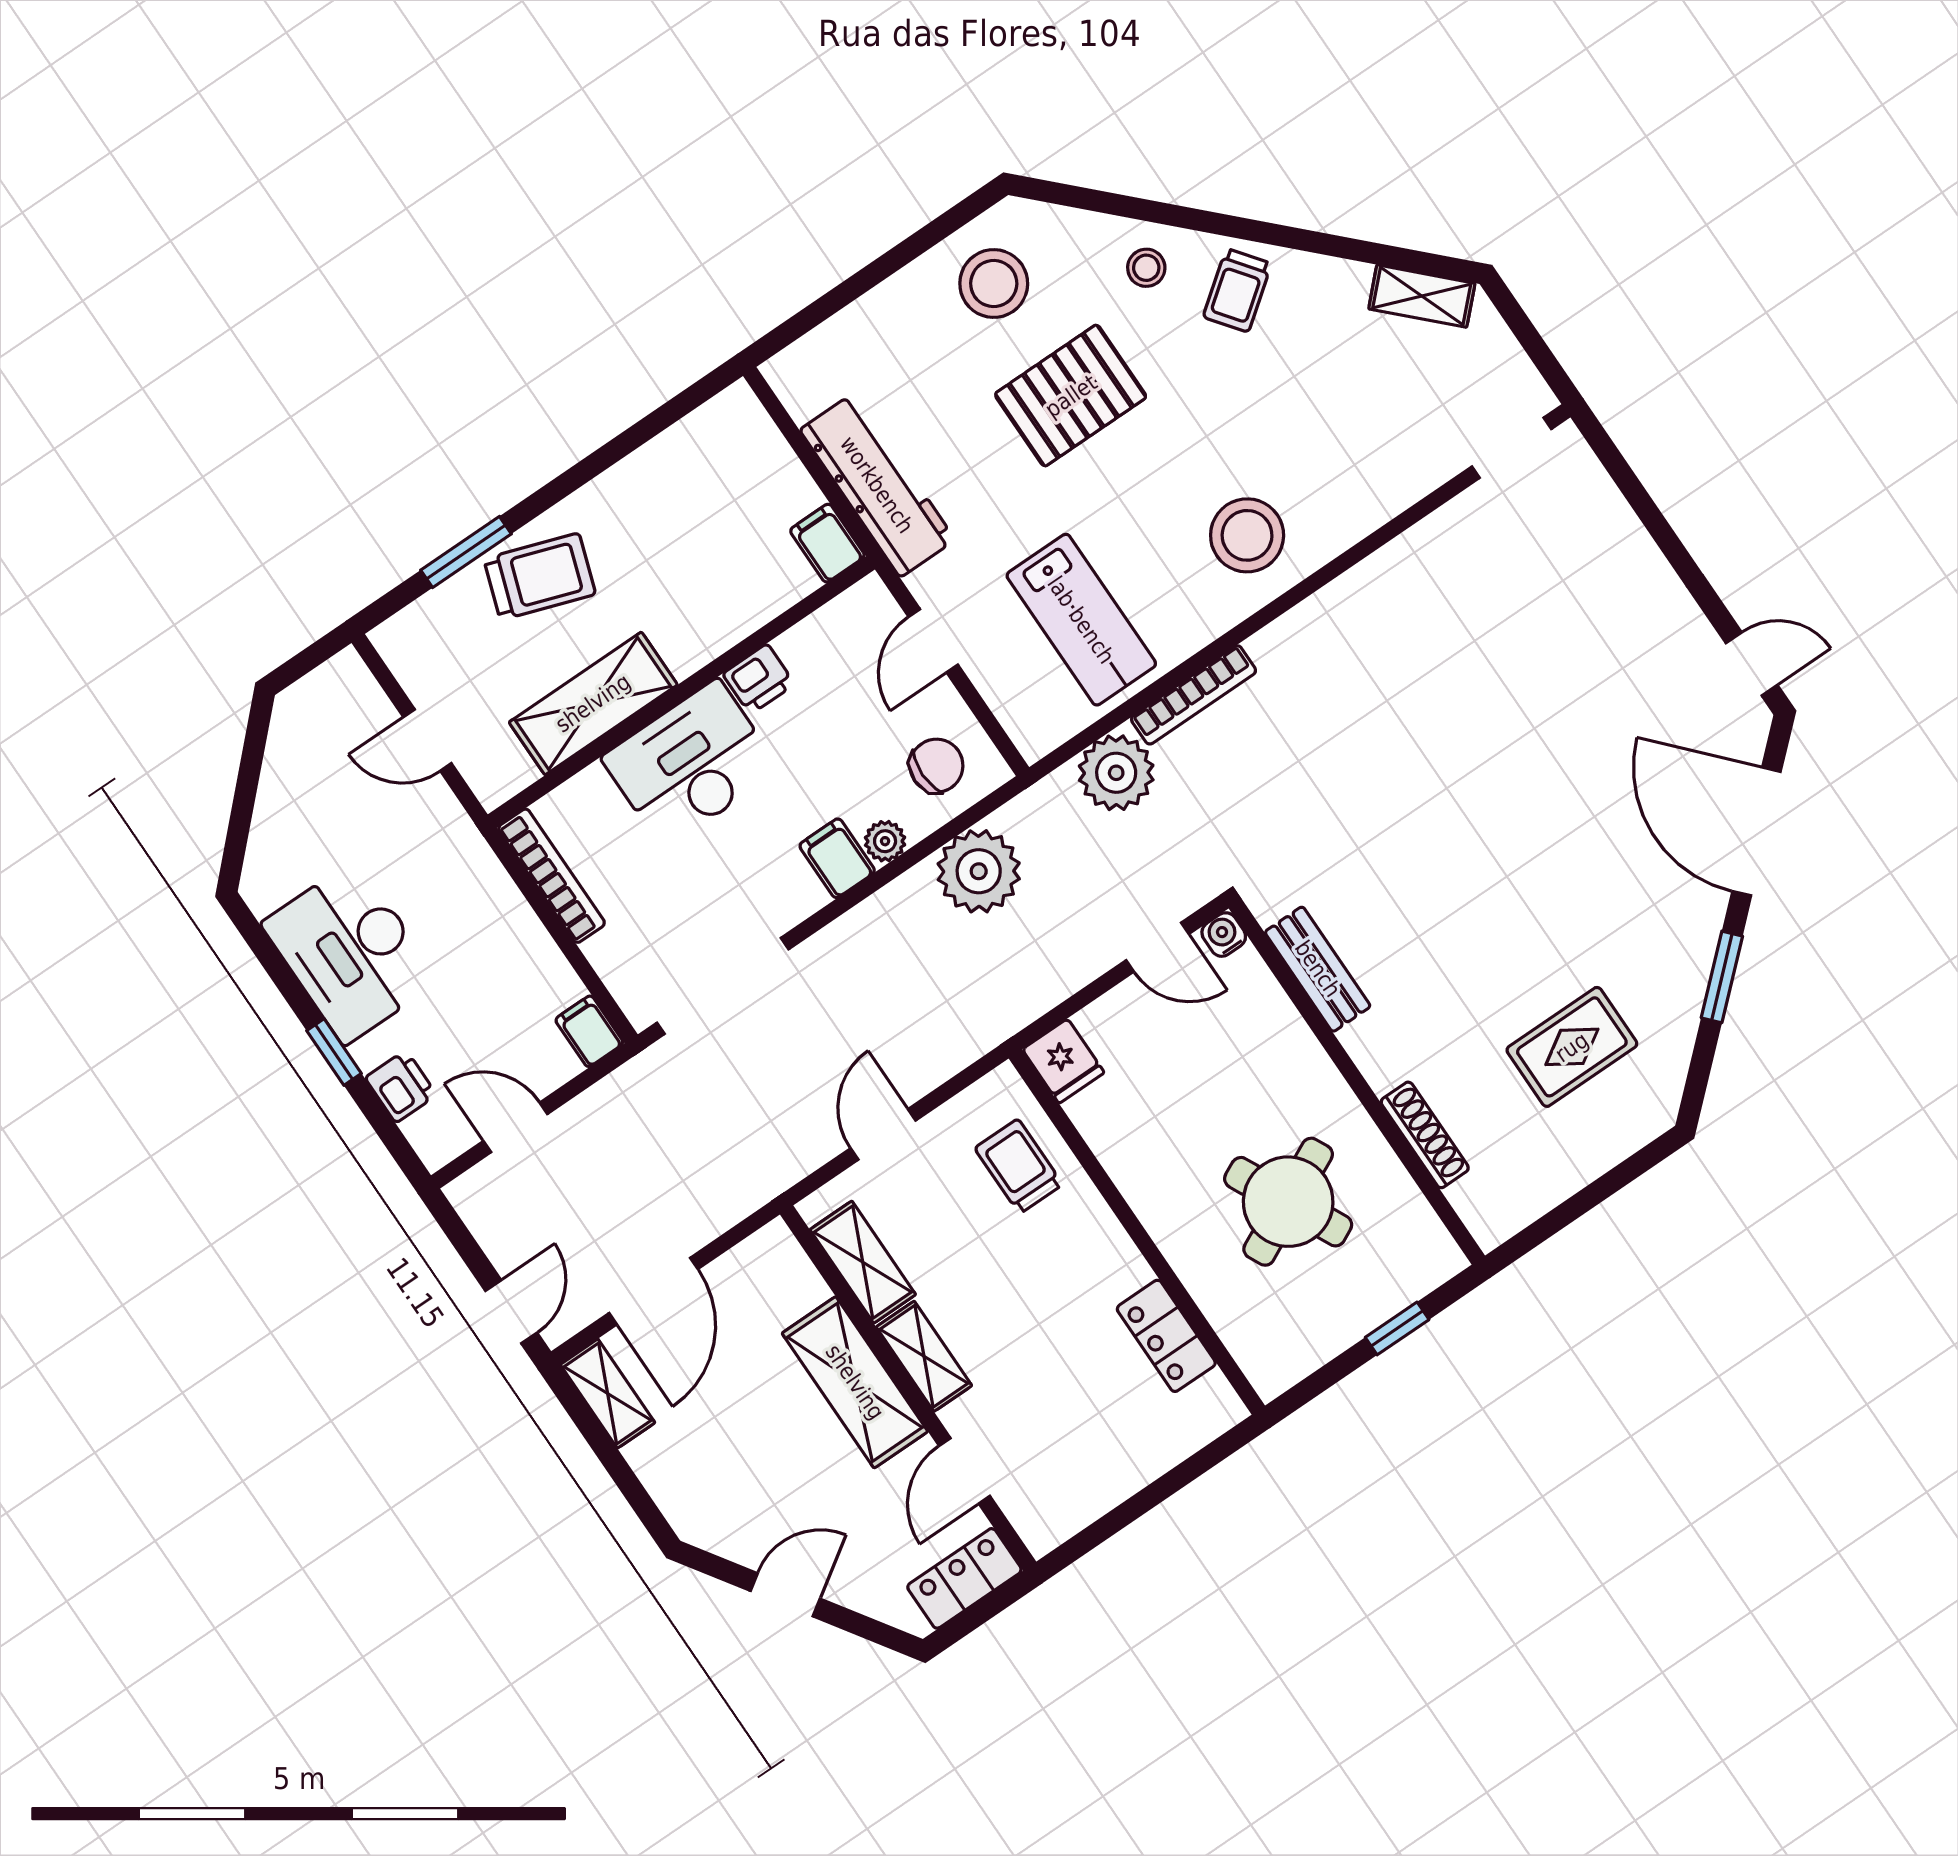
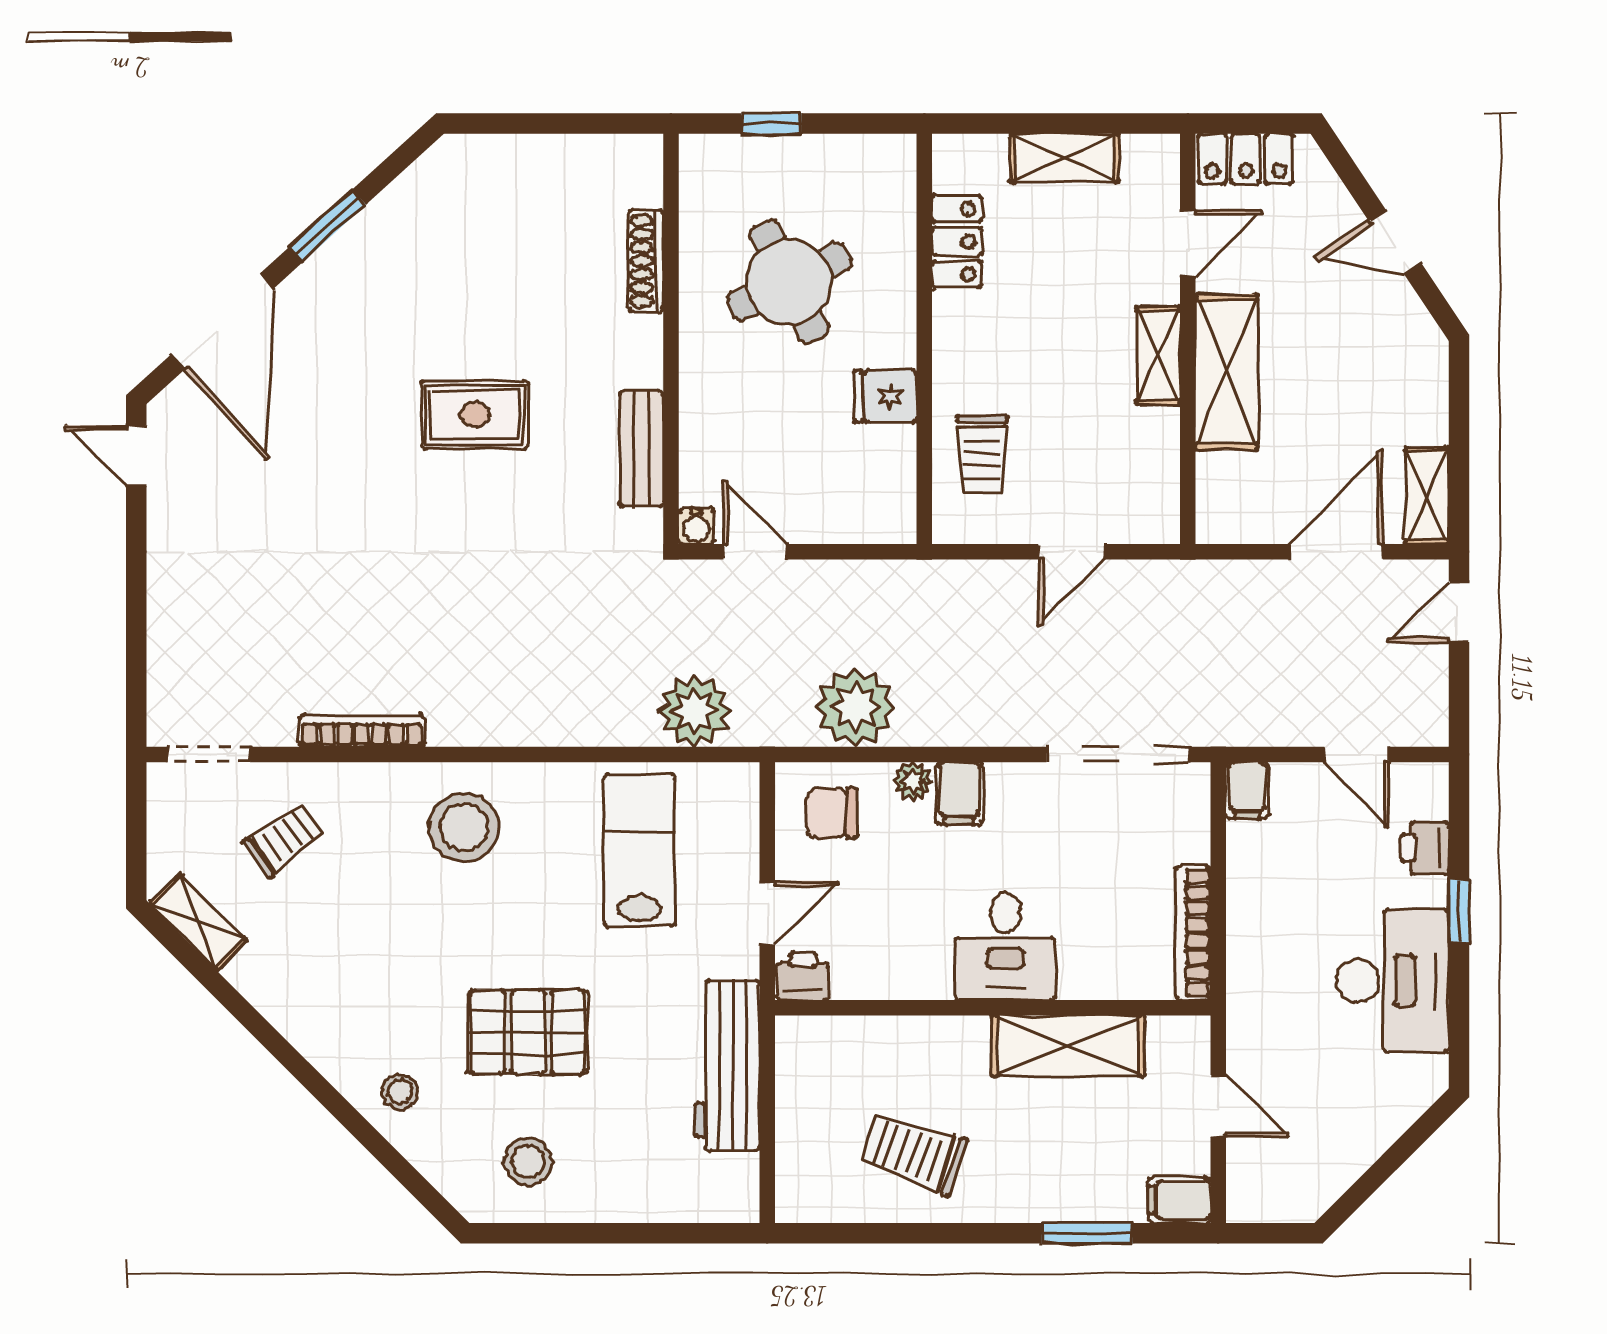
stool: (994, 284) -> (528, 1161), width x0.73, depth x0.73
trolley: (1237, 290) -> (283, 839), moved
filing cabinet: (827, 543) -> (1180, 1200), moved, turned 90
trolley: (540, 577) -> (914, 1153), moved
printer: (759, 679) -> (803, 976), moved
bookcase: (1194, 695) -> (362, 731), moved
desk: (691, 764) -> (1005, 946), width x0.73
rug: (1572, 1047) -> (475, 415), moved
fridge: (1063, 1061) -> (885, 396), moved, turned -90
shelving: (863, 1262) -> (1064, 158), moved, turned 90

